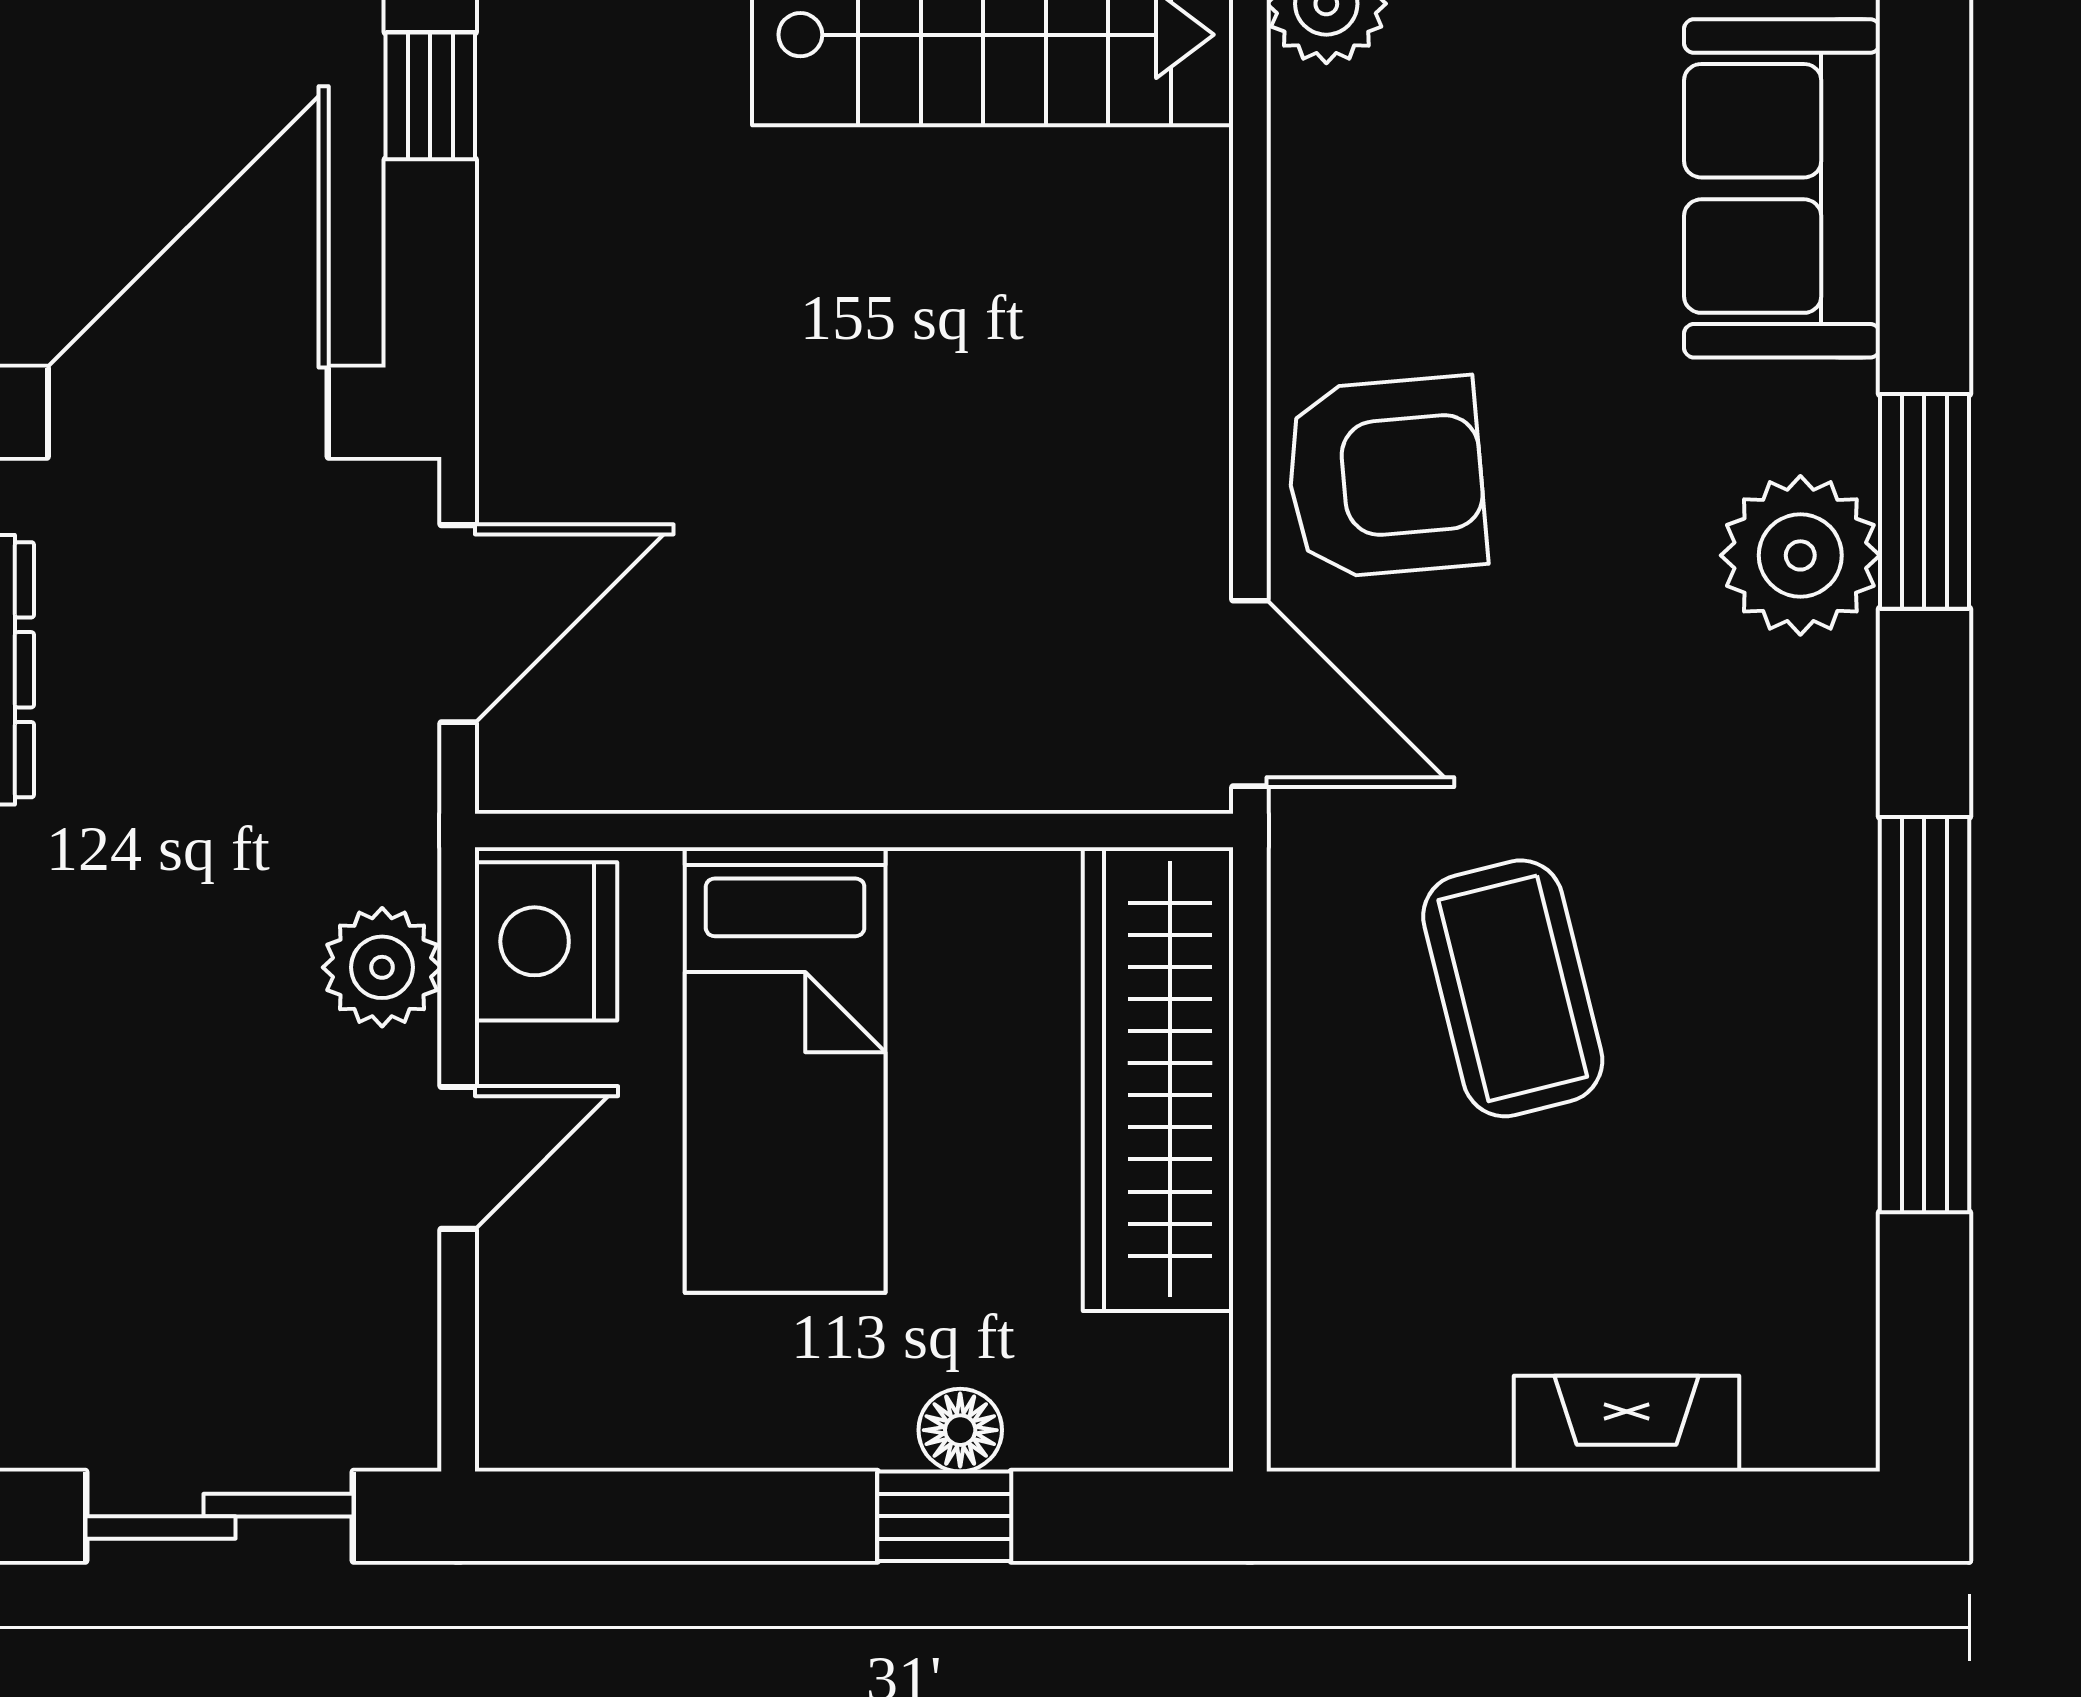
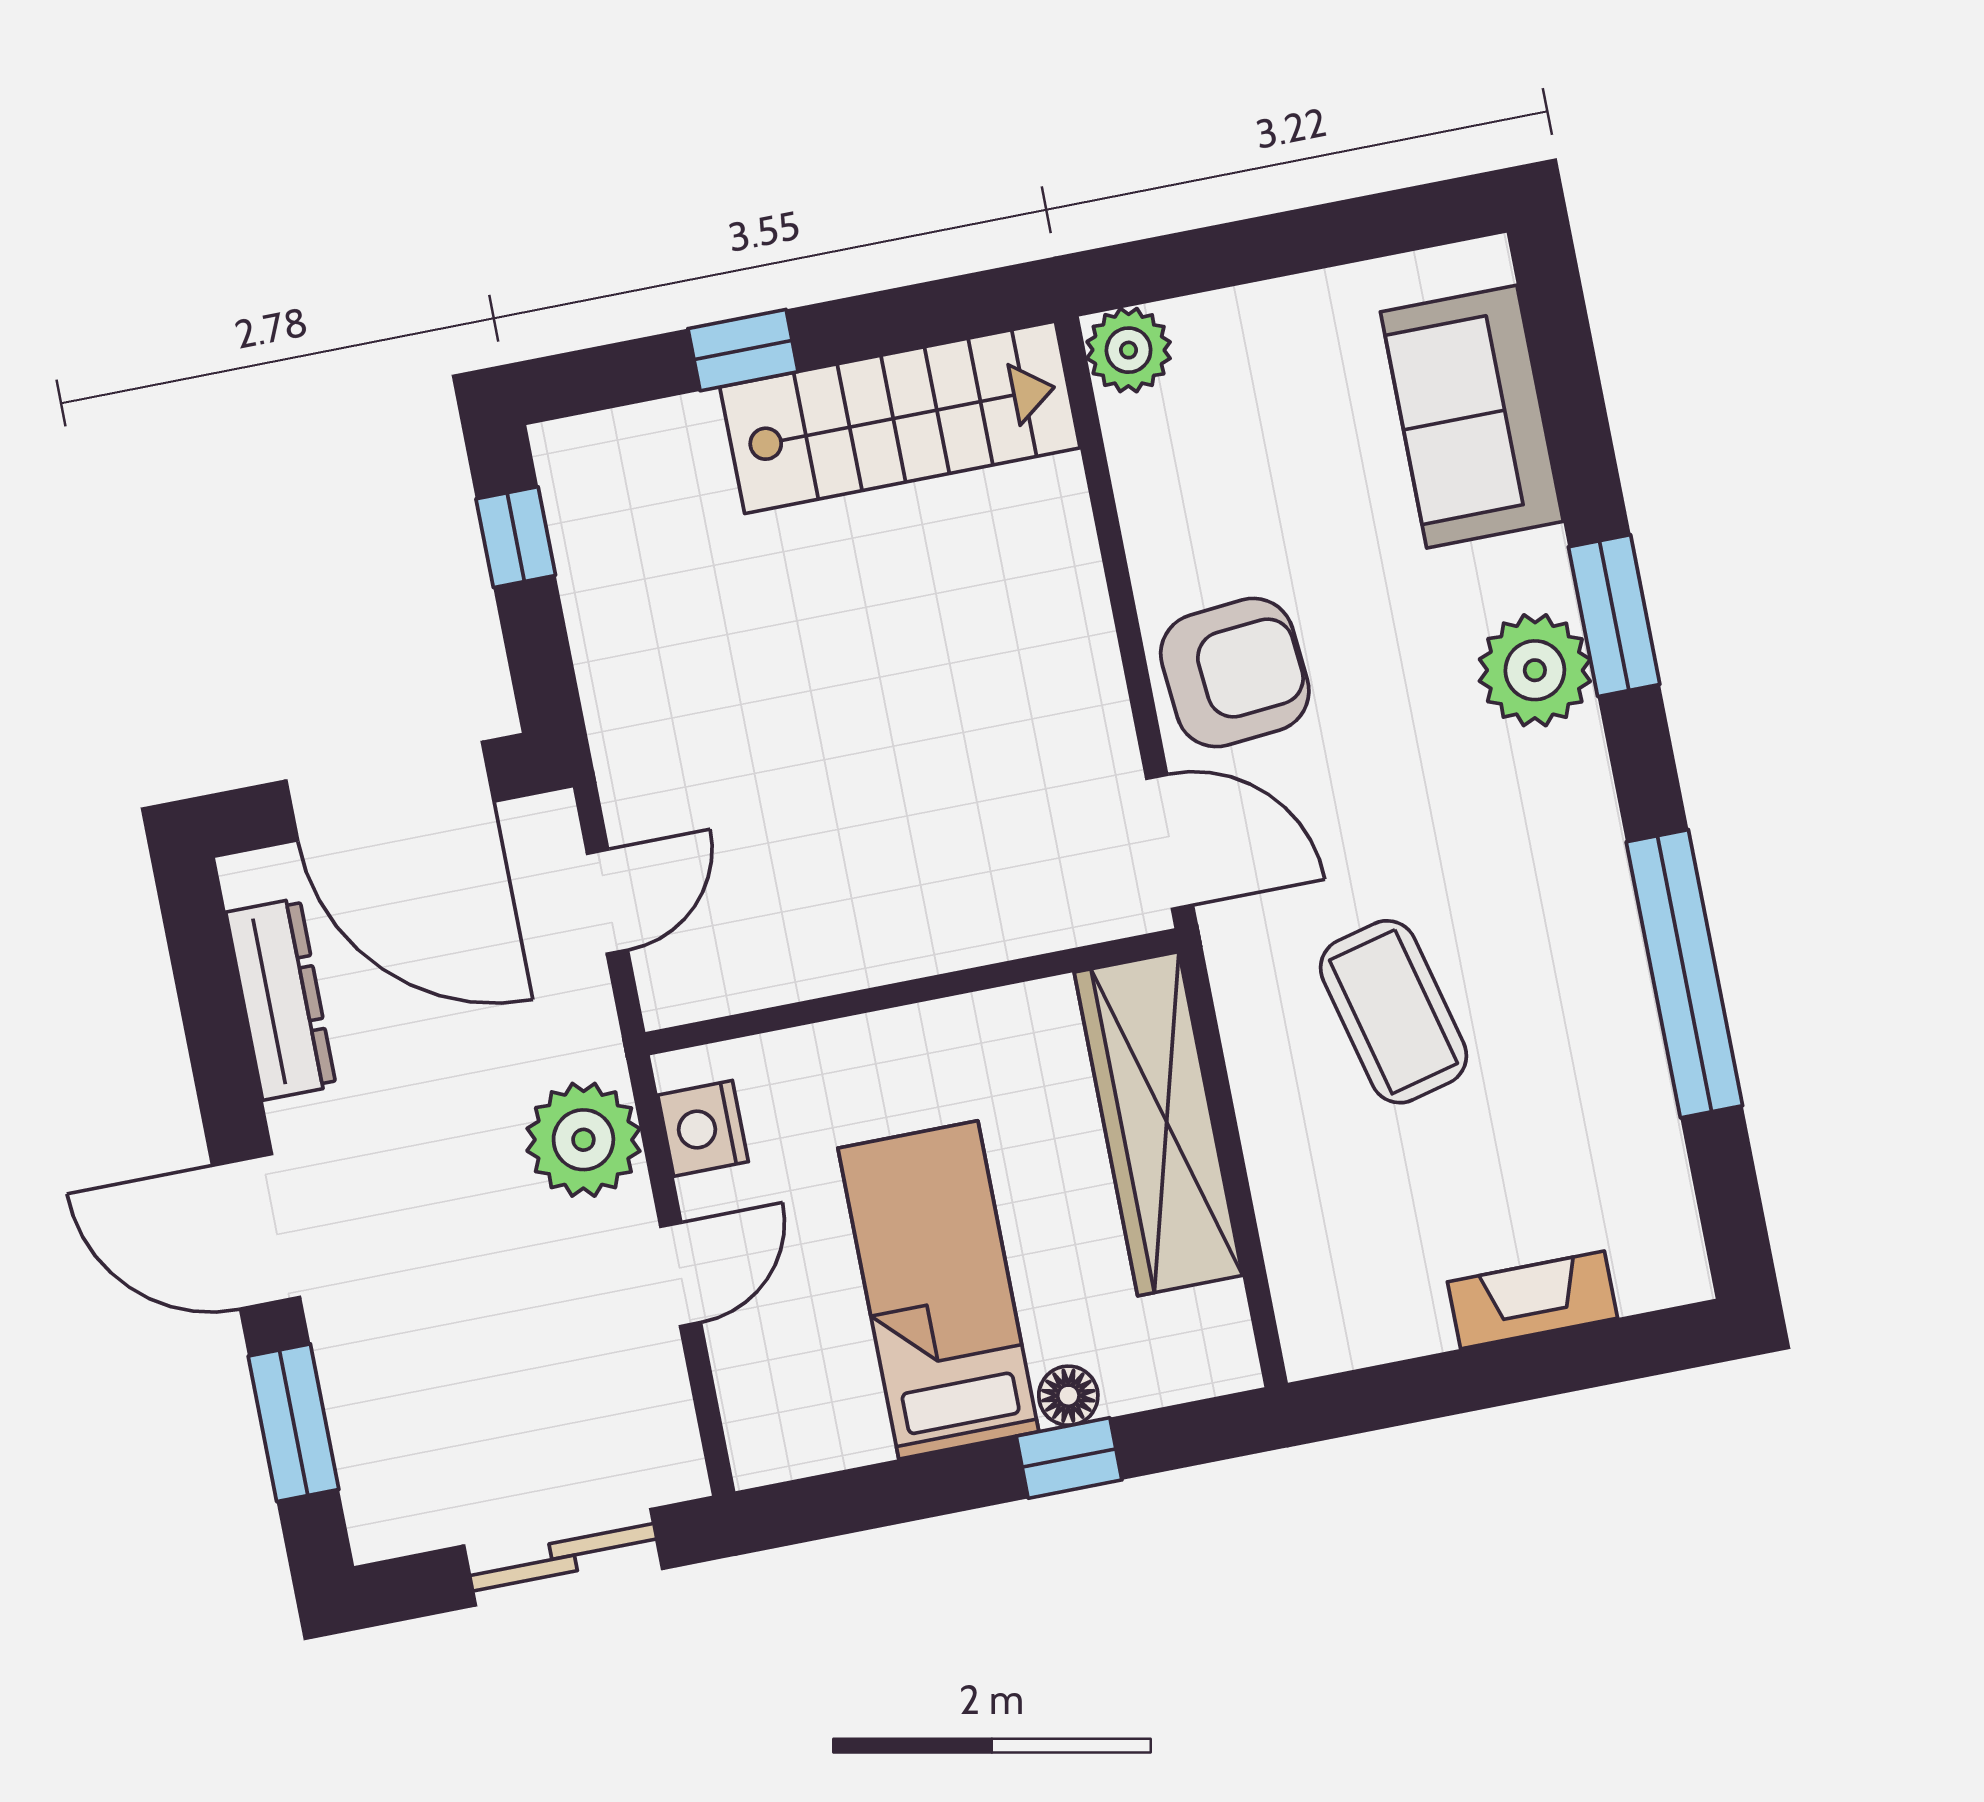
door: (188, 412) -> (390, 791), swing flipped
door: (458, 624) -> (608, 902), width x0.73
nightstand: (546, 941) -> (703, 1128), width x0.74, depth x0.75
plant: (382, 967) -> (583, 1140), width x1.36, depth x1.36
bed: (785, 1070) -> (938, 1290), moved, turned 180

